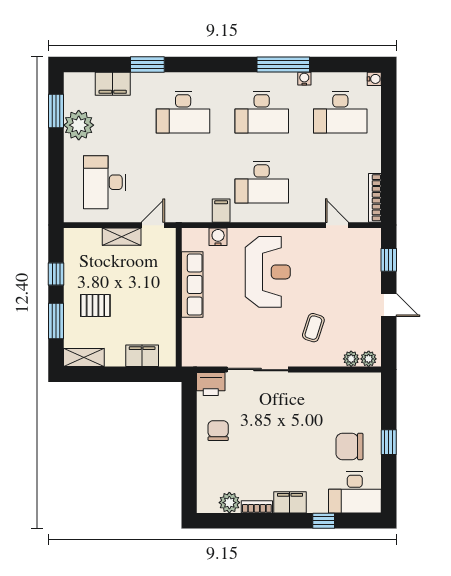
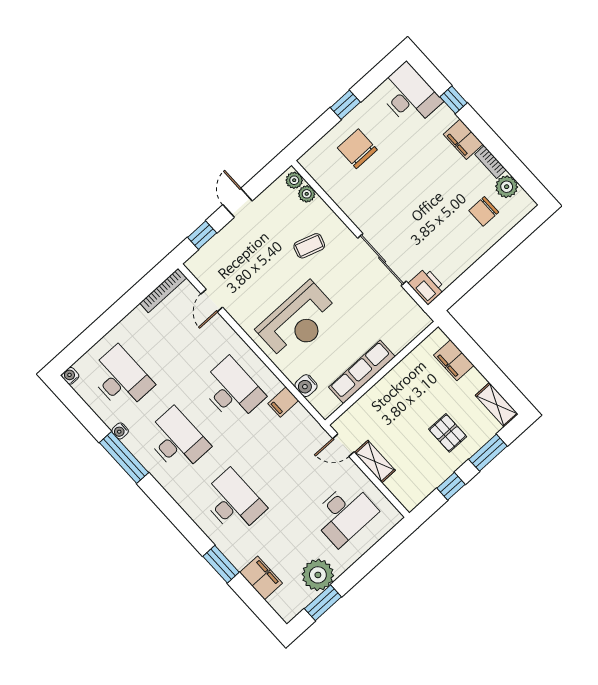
reception desk: (268, 272) -> (298, 321), turned 180
chair: (218, 431) -> (484, 211), moved
chair: (350, 446) -> (357, 149), moved, turned 180

